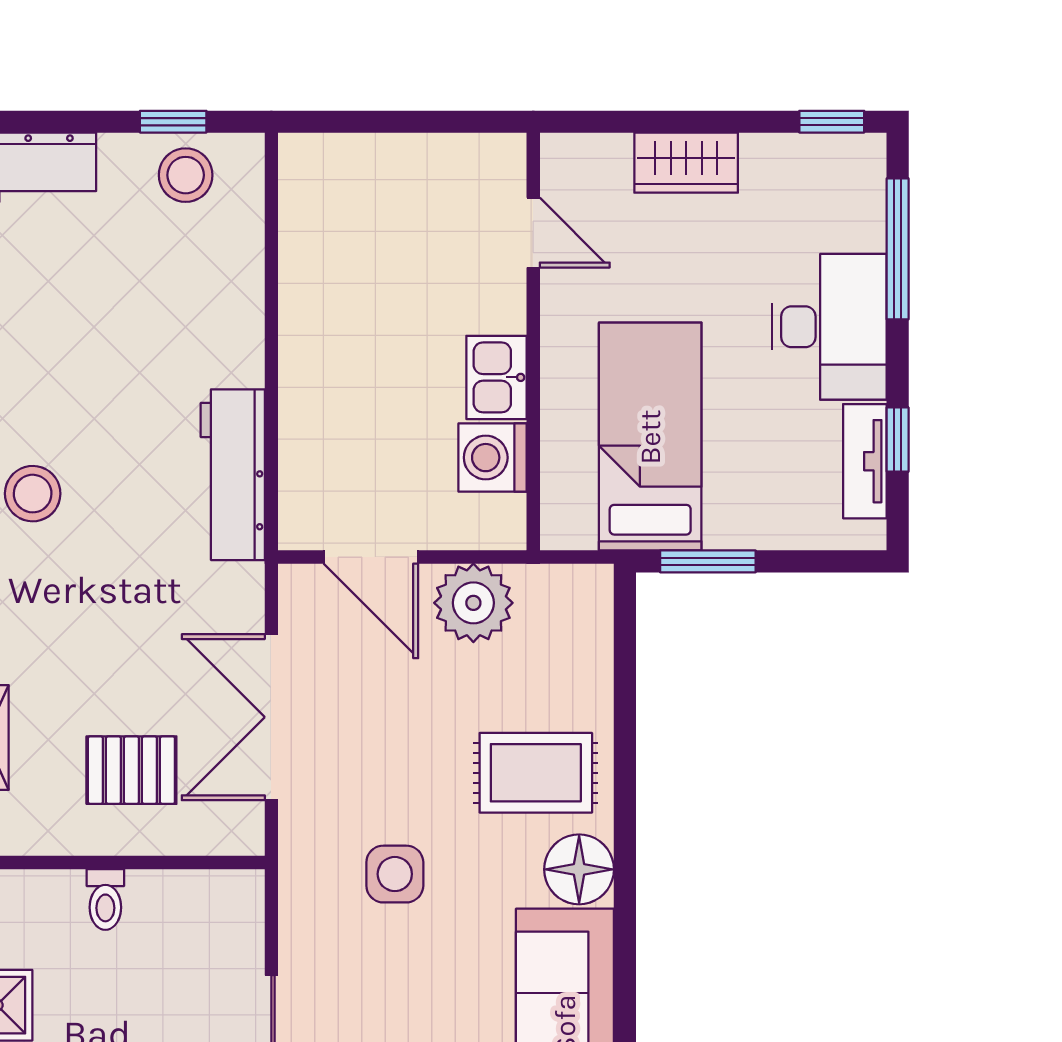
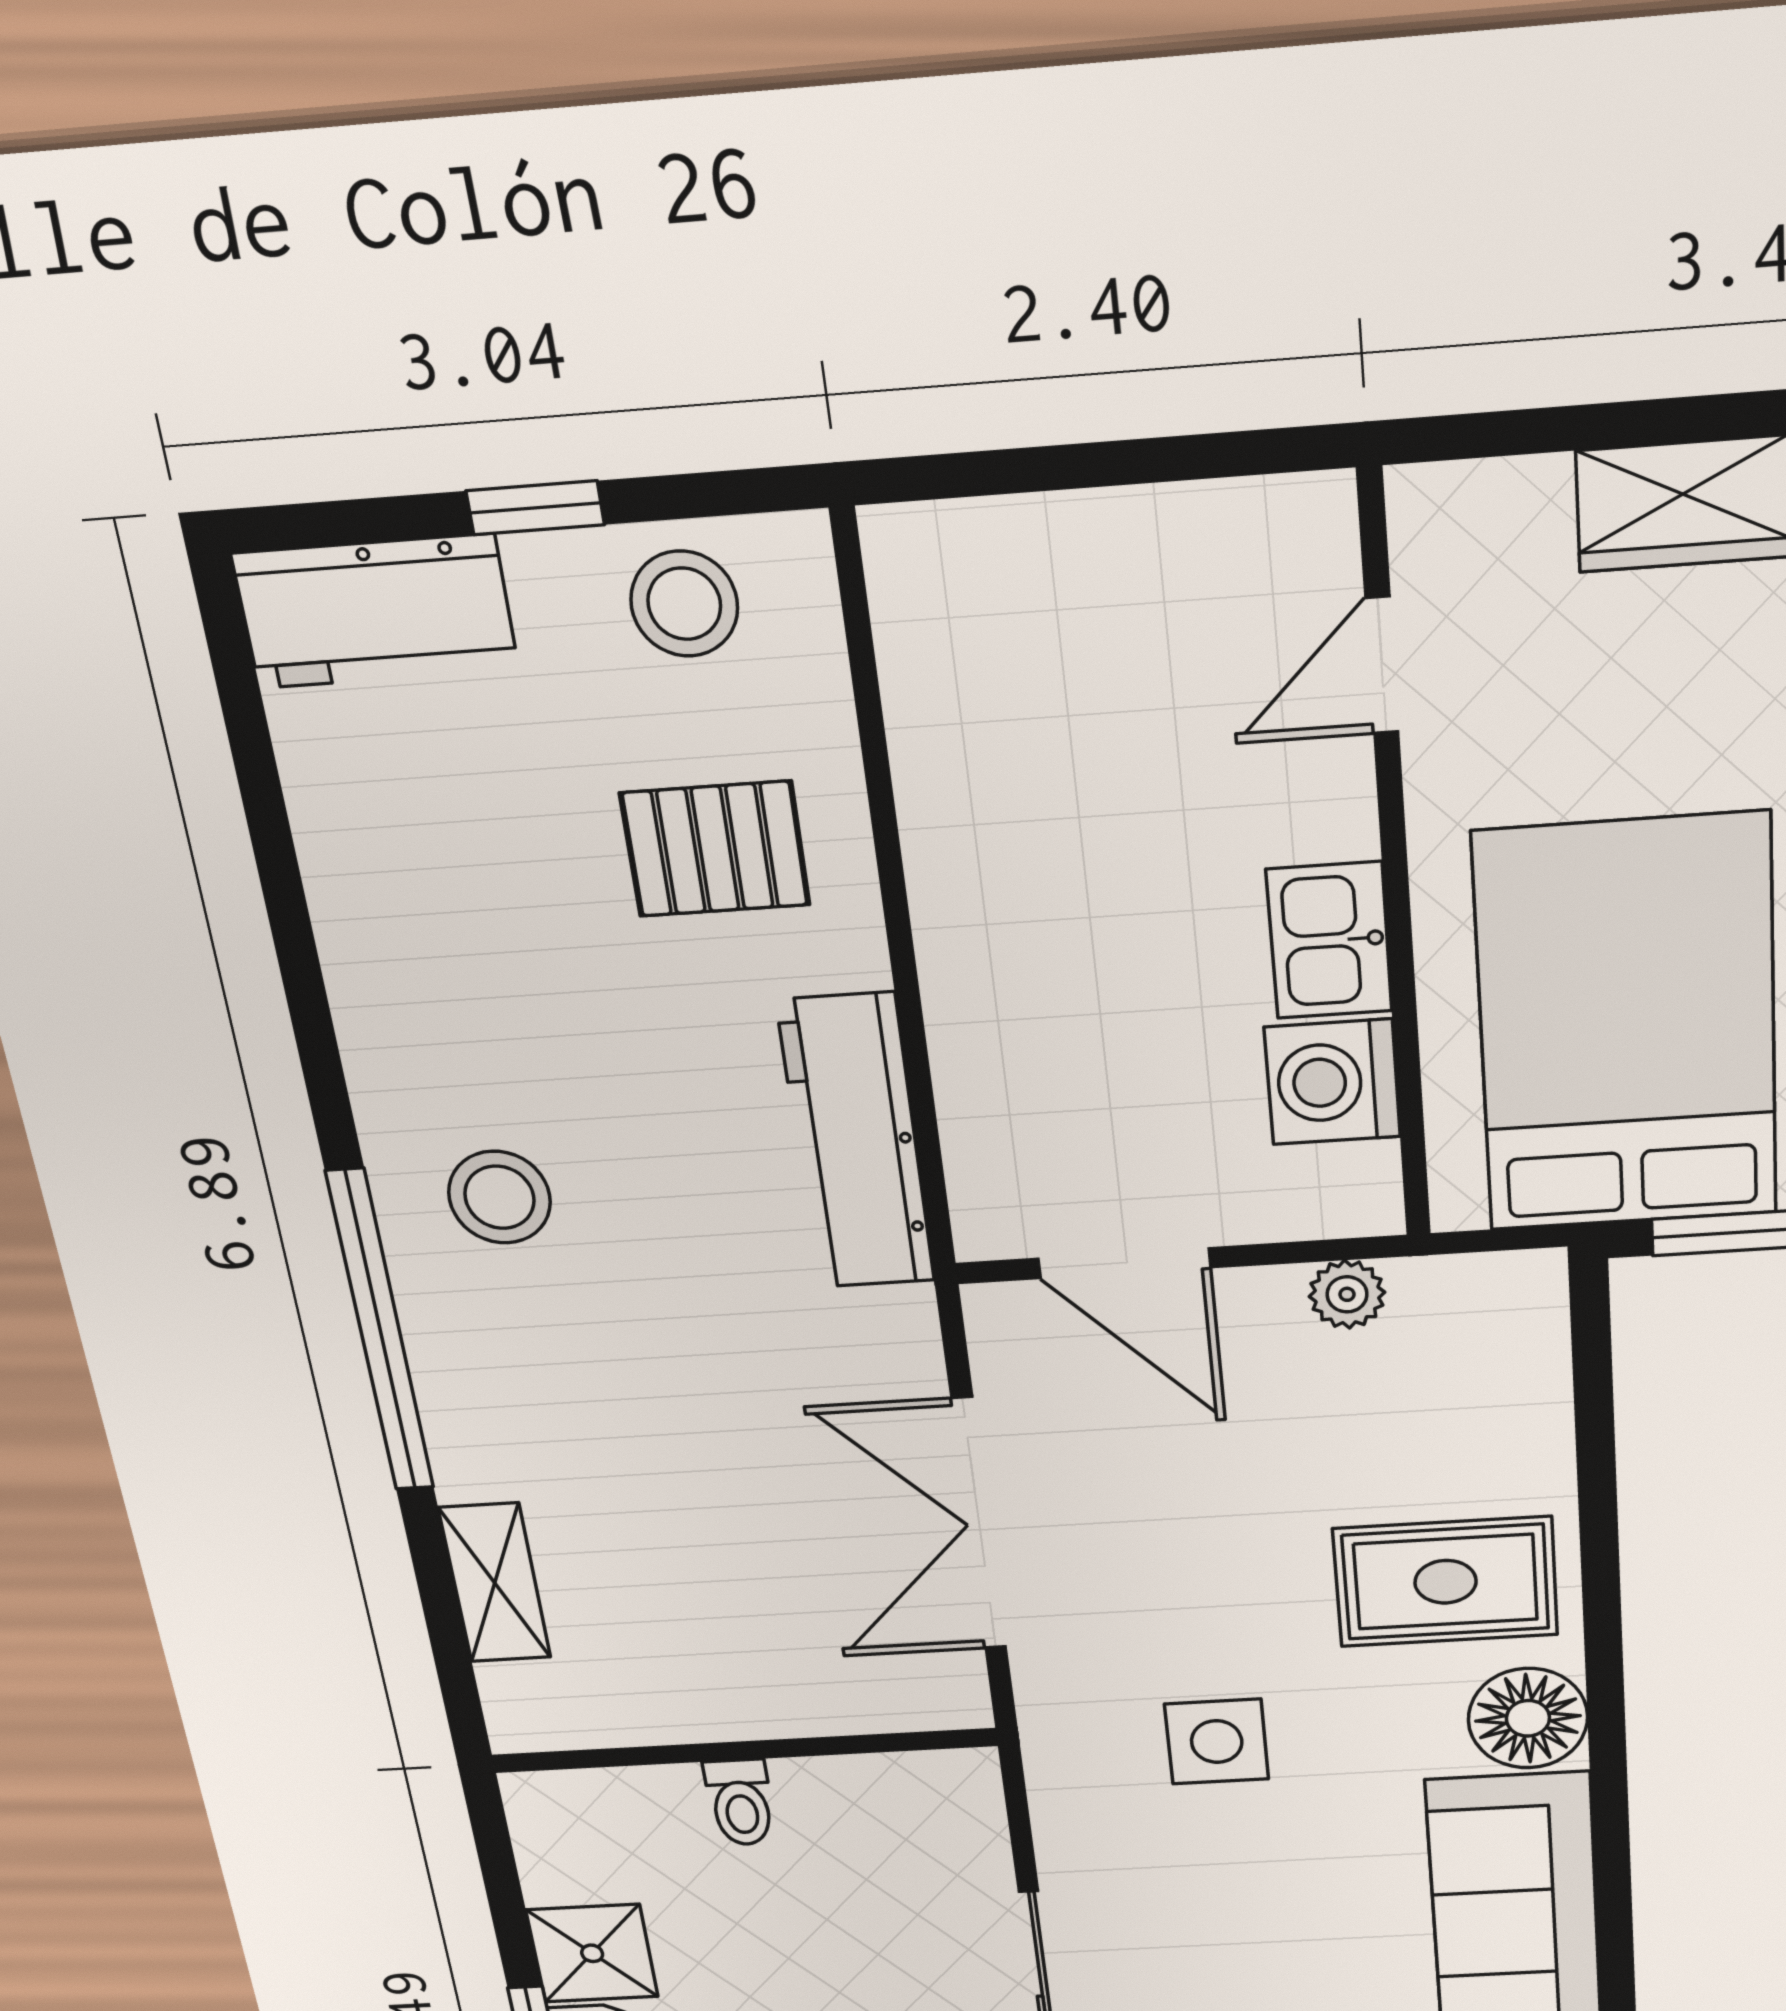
window: (173, 122) -> (535, 508), moved
door: (533, 233) -> (1382, 665), swing flipped
bed: (650, 437) -> (1627, 1026), width x1.50
plant: (473, 603) -> (1347, 1294), width x0.53, depth x0.53
pallet: (131, 770) -> (715, 849), moved

